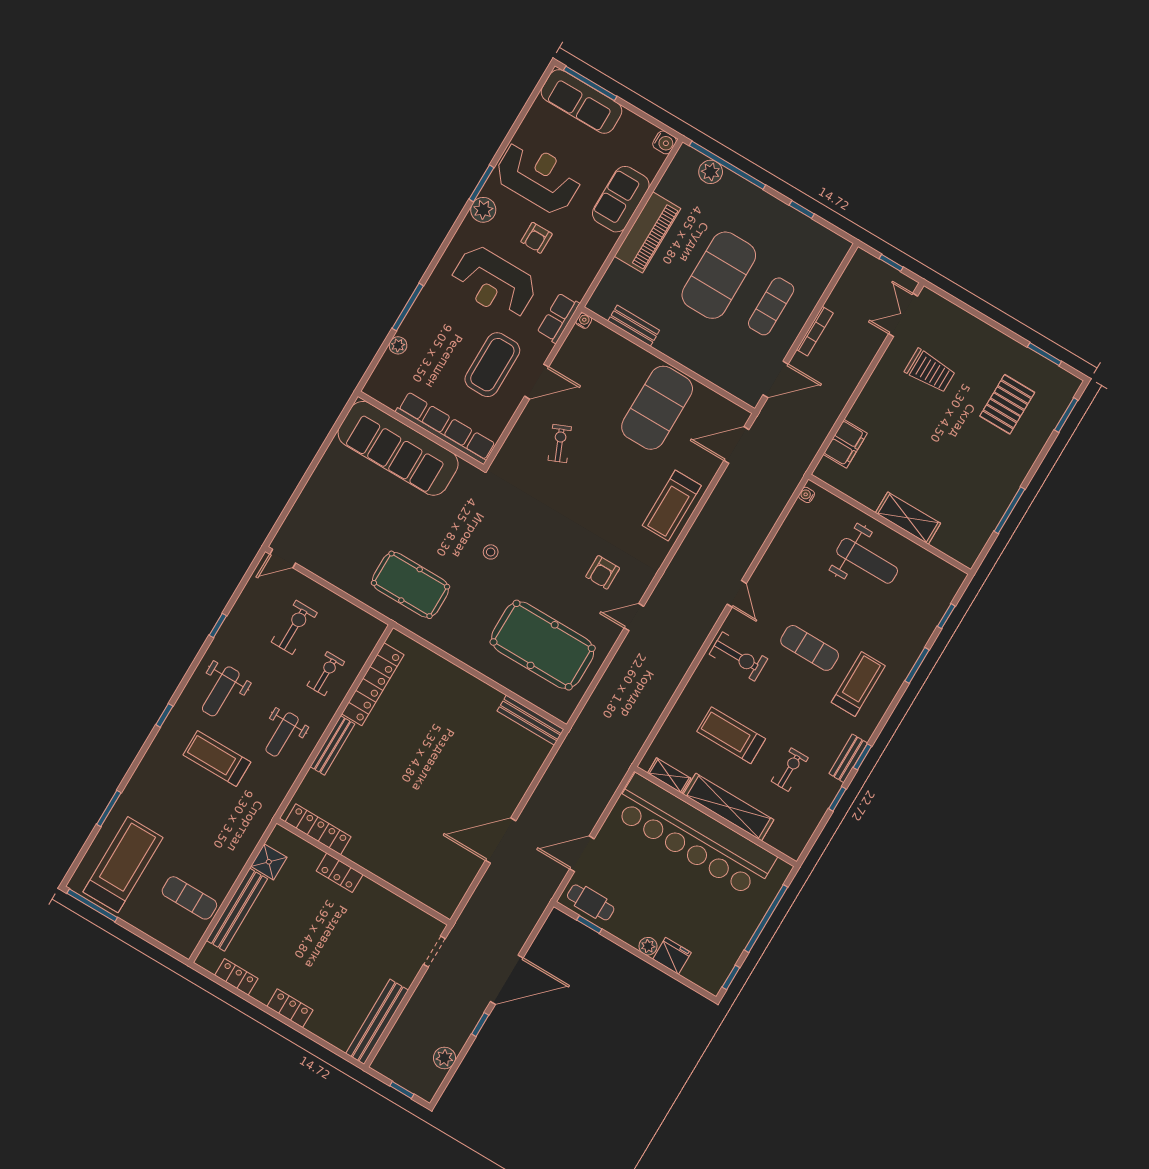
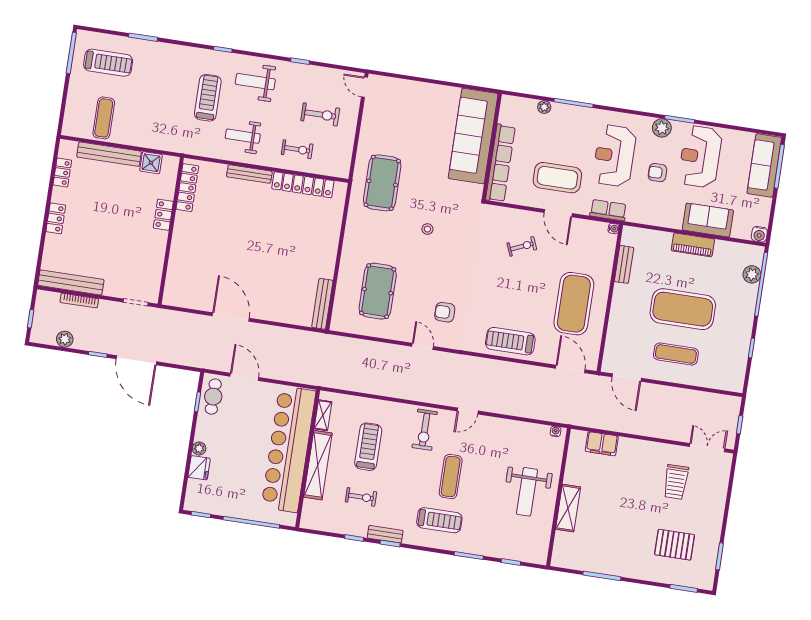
reception desk: (538, 177) -> (700, 157), turned 180
piano: (648, 232) -> (693, 245), width x0.73, depth x0.75
bookcase: (815, 331) -> (79, 301), moved
exercise mat: (657, 408) -> (574, 304), turned 90
pool table: (543, 645) -> (378, 291), width x0.73, depth x0.76
treadmill: (123, 865) -> (108, 63), width x0.73, depth x0.73

